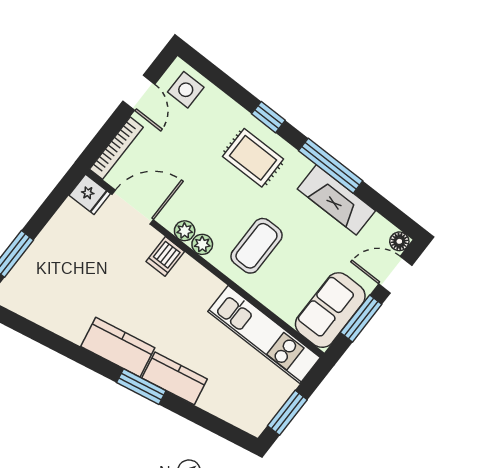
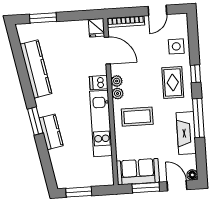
side table: (186, 90) -> (176, 46), moved
kitchen unit: (264, 335) -> (101, 123), moved
kitchen counter: (118, 347) -> (36, 69), moved, width x1.50

